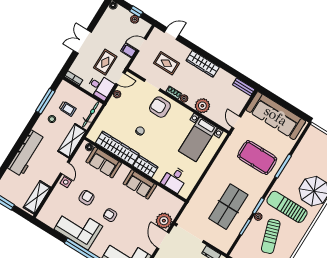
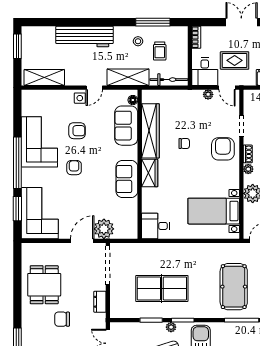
desk: (175, 179) -> (155, 226), moved

